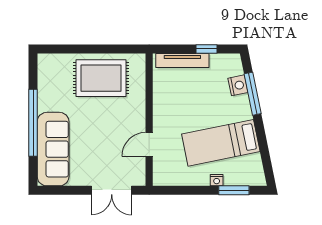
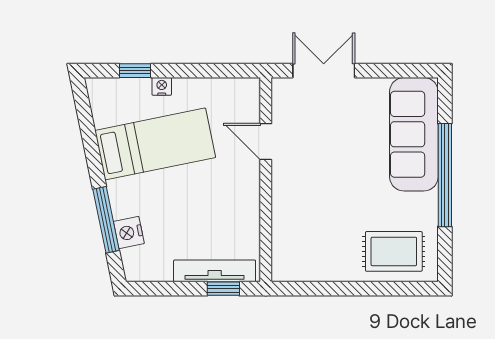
window: (206, 49) -> (223, 289), moved
rug: (101, 78) -> (394, 251), moved, width x0.73, depth x0.70
door: (149, 144) -> (266, 142), swing flipped
window: (234, 190) -> (135, 71), width x0.67

